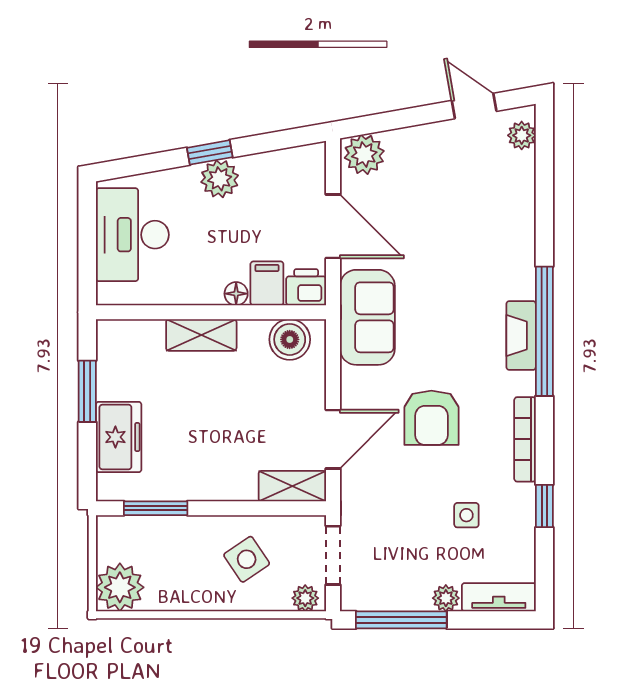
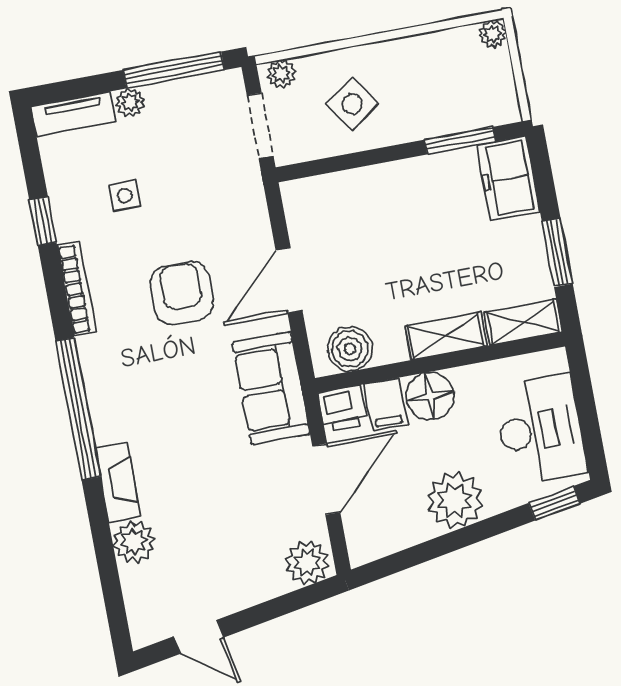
plant: (522, 135) -> (134, 542), moved, width x1.38, depth x1.38
window: (210, 152) -> (554, 503), moved
plant: (220, 179) -> (455, 500), width x1.36, depth x1.36
door: (333, 226) -> (326, 479), swing flipped
floor lamp: (236, 294) -> (430, 396), width x1.89, depth x1.89
fireplace: (521, 336) -> (118, 482), moved
freezer: (119, 437) -> (508, 178), moved
door: (333, 439) -> (289, 280), moved
shelving: (292, 486) -> (523, 322), moved
plant: (120, 587) -> (493, 34), width x0.53, depth x0.53

